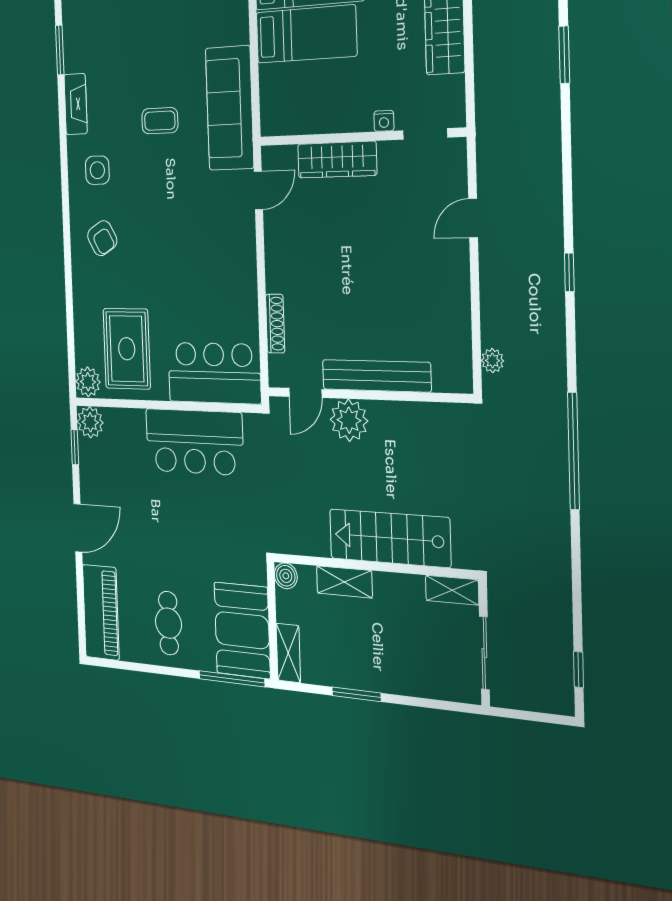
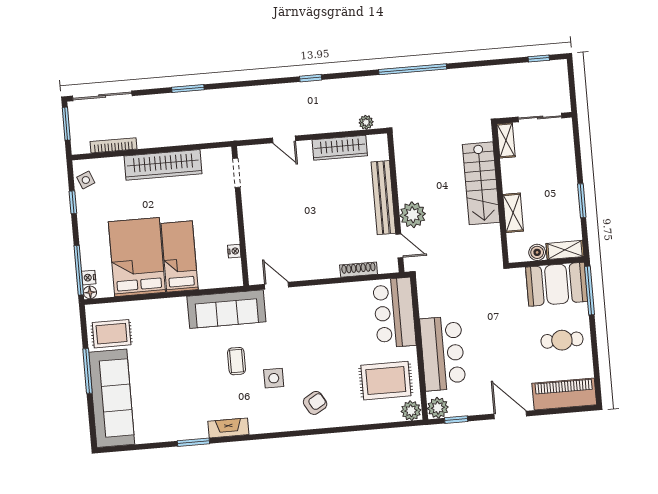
nightstand: (384, 121) -> (234, 251), moved
wardrobe: (337, 160) -> (340, 148), moved, turned 90
side table: (97, 170) -> (274, 378), moved
bar counter: (194, 442) -> (443, 353), moved
boiler: (286, 576) -> (537, 252), moved

